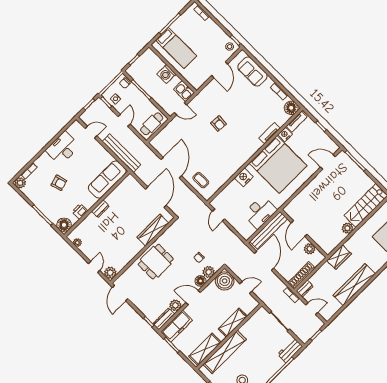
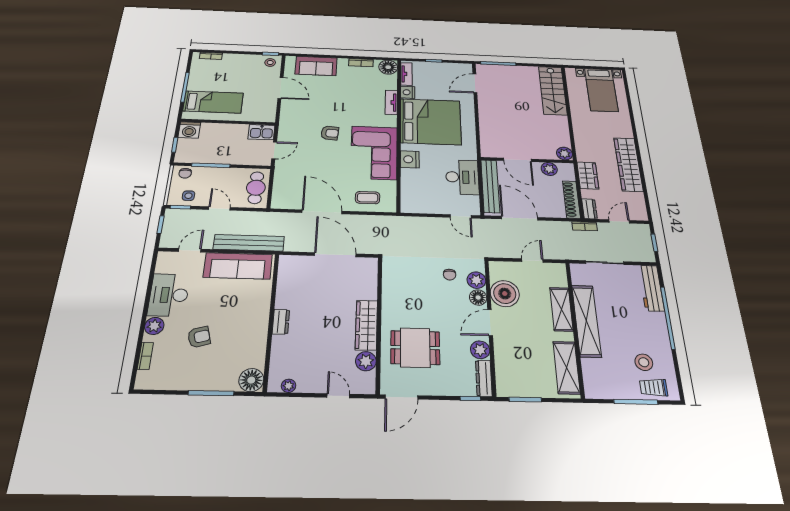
washing machine: (166, 74) -> (189, 130), moved
corner sofa: (230, 157) -> (374, 153), added
sofa: (107, 180) -> (238, 266), moved, turned -90
plant: (20, 183) -> (154, 326), moved
printer: (80, 211) -> (257, 347), removed
door: (218, 215) -> (461, 216), moved
plant: (347, 228) -> (564, 154), moved
wardrobe: (153, 230) -> (366, 325), moved
wardrobe: (339, 257) -> (588, 176), moved
dining table: (156, 262) -> (415, 348), moved, turned 90
plant: (110, 273) -> (366, 361), moved
boiler: (225, 281) -> (505, 294), moved
door: (120, 293) -> (401, 397), hinge flipped
freezer: (177, 326) -> (507, 372), removed
workbench: (290, 350) -> (651, 288), width x1.38
shelving: (225, 352) -> (586, 321), moved

